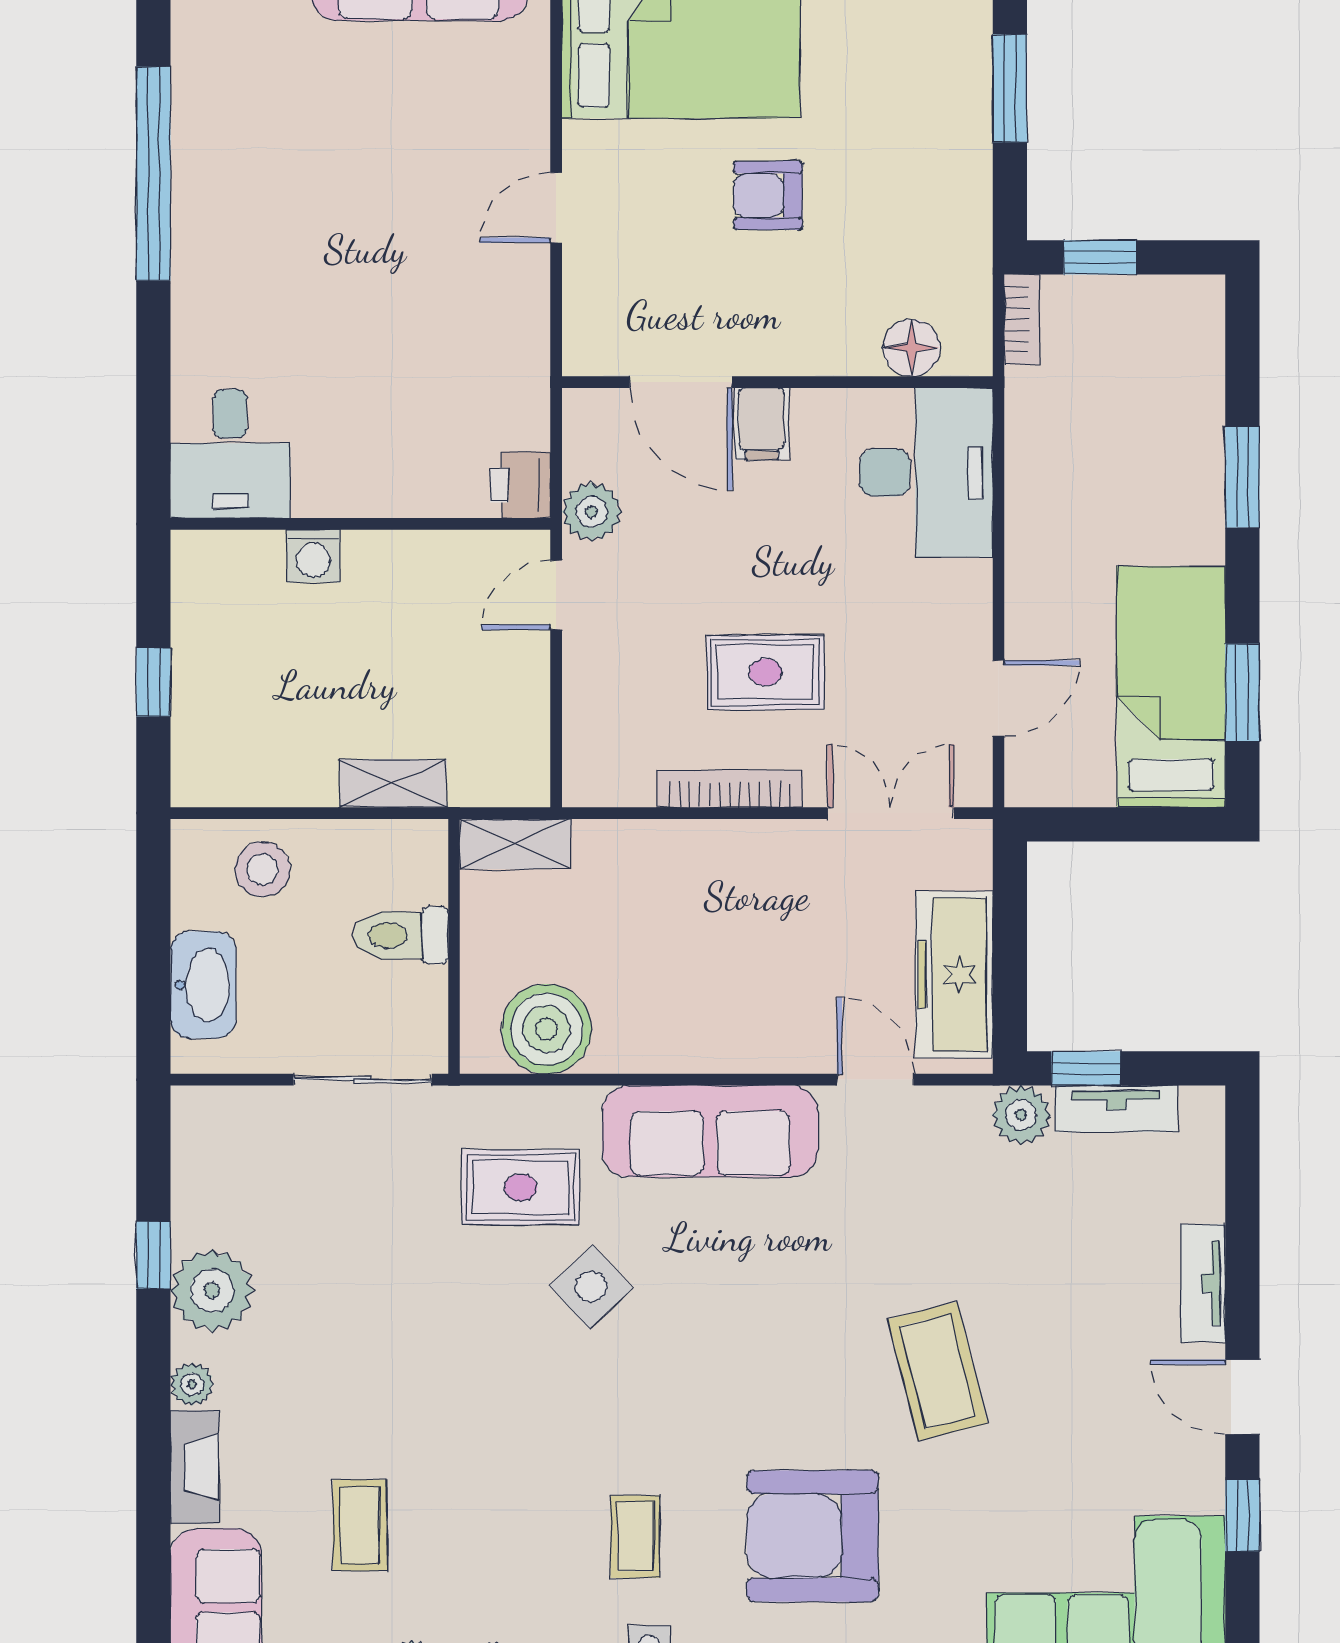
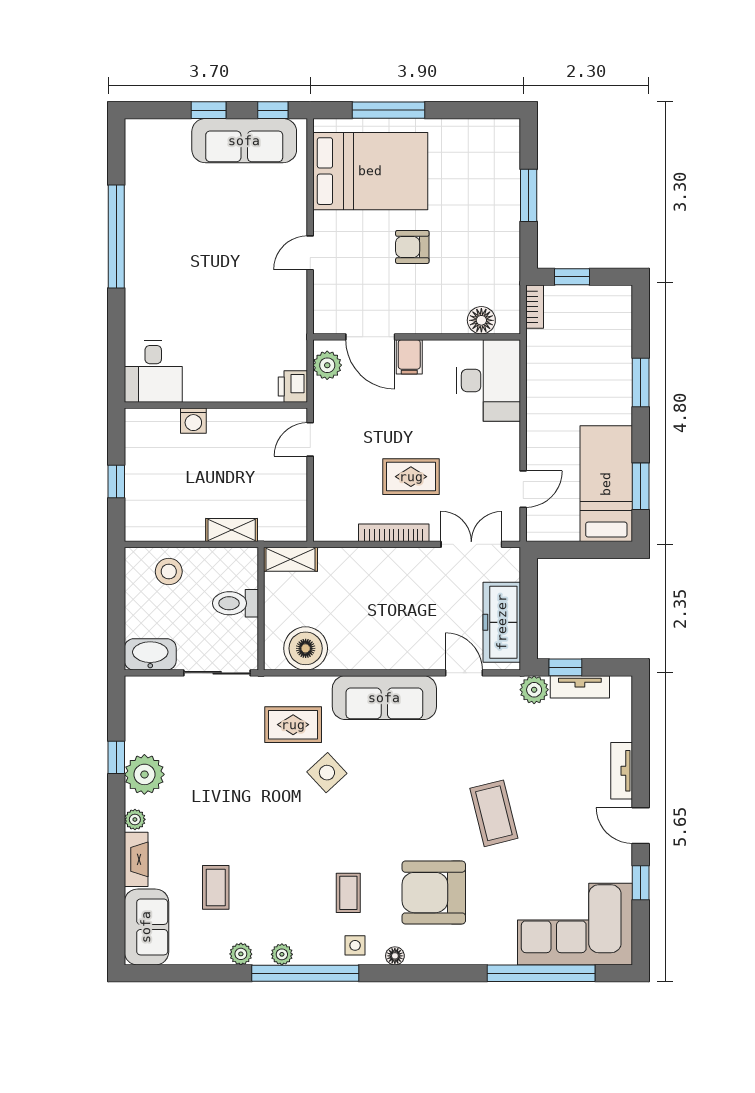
plant: (592, 512) -> (327, 365), moved
washbasin: (203, 985) -> (150, 654), moved, turned -90

